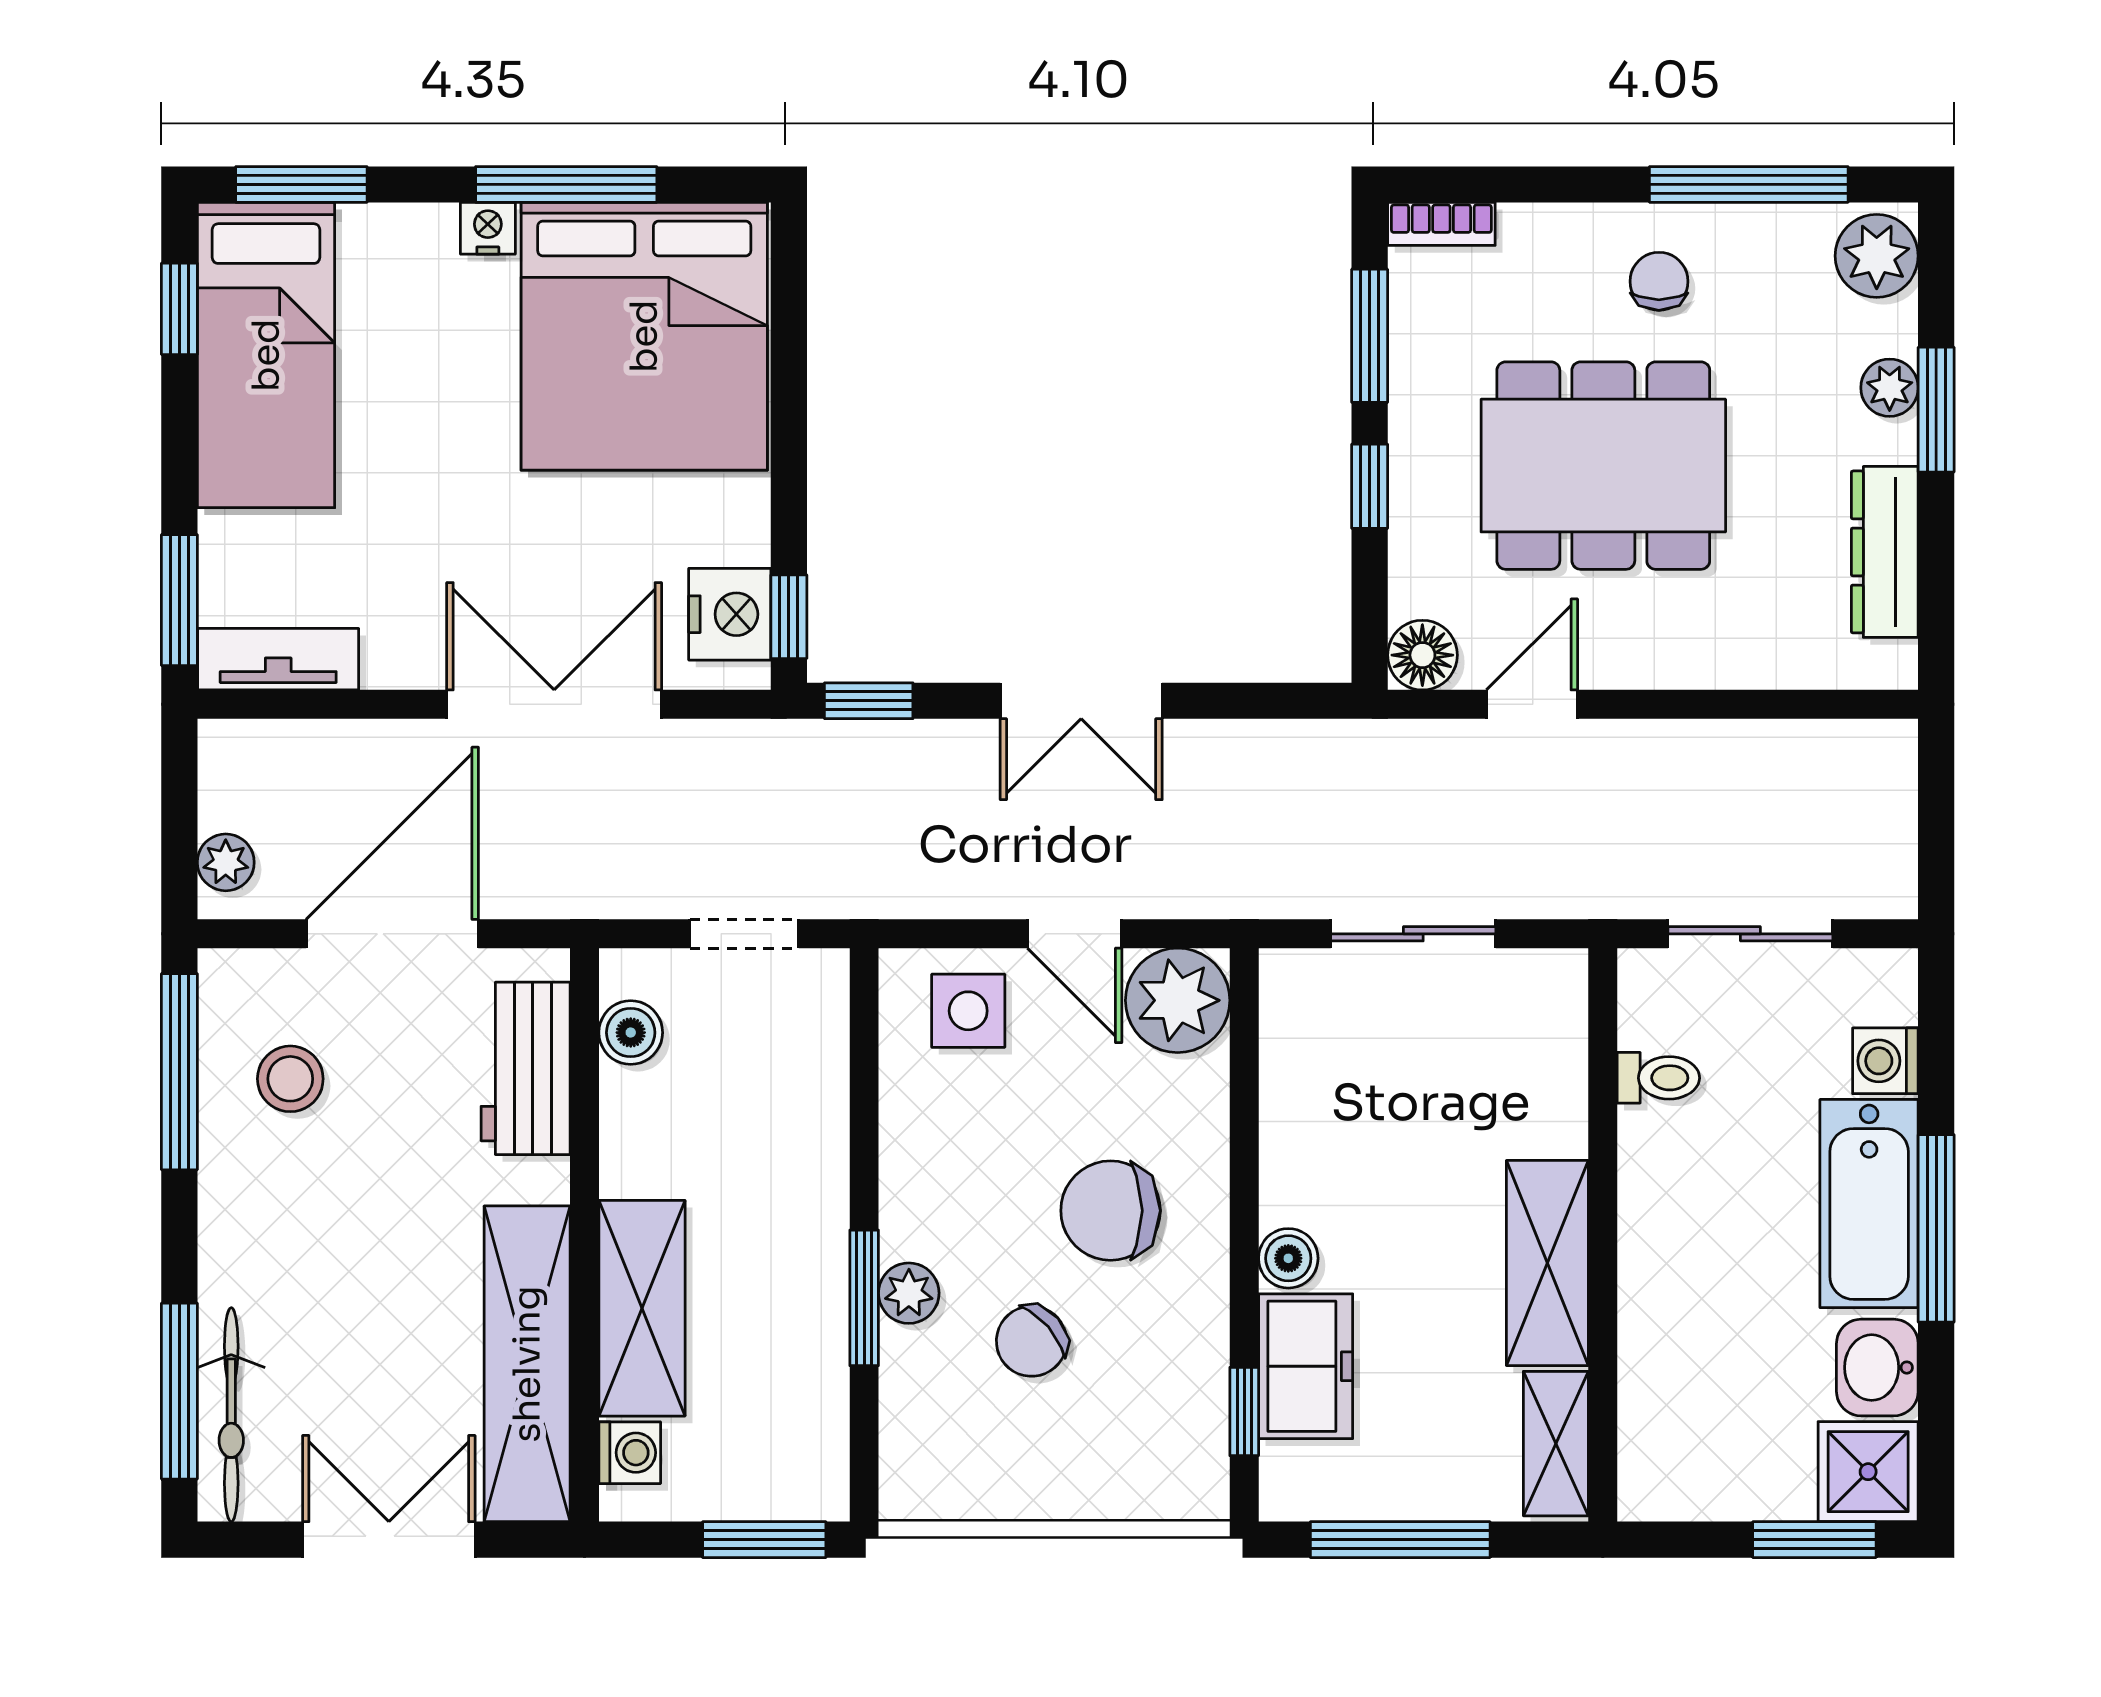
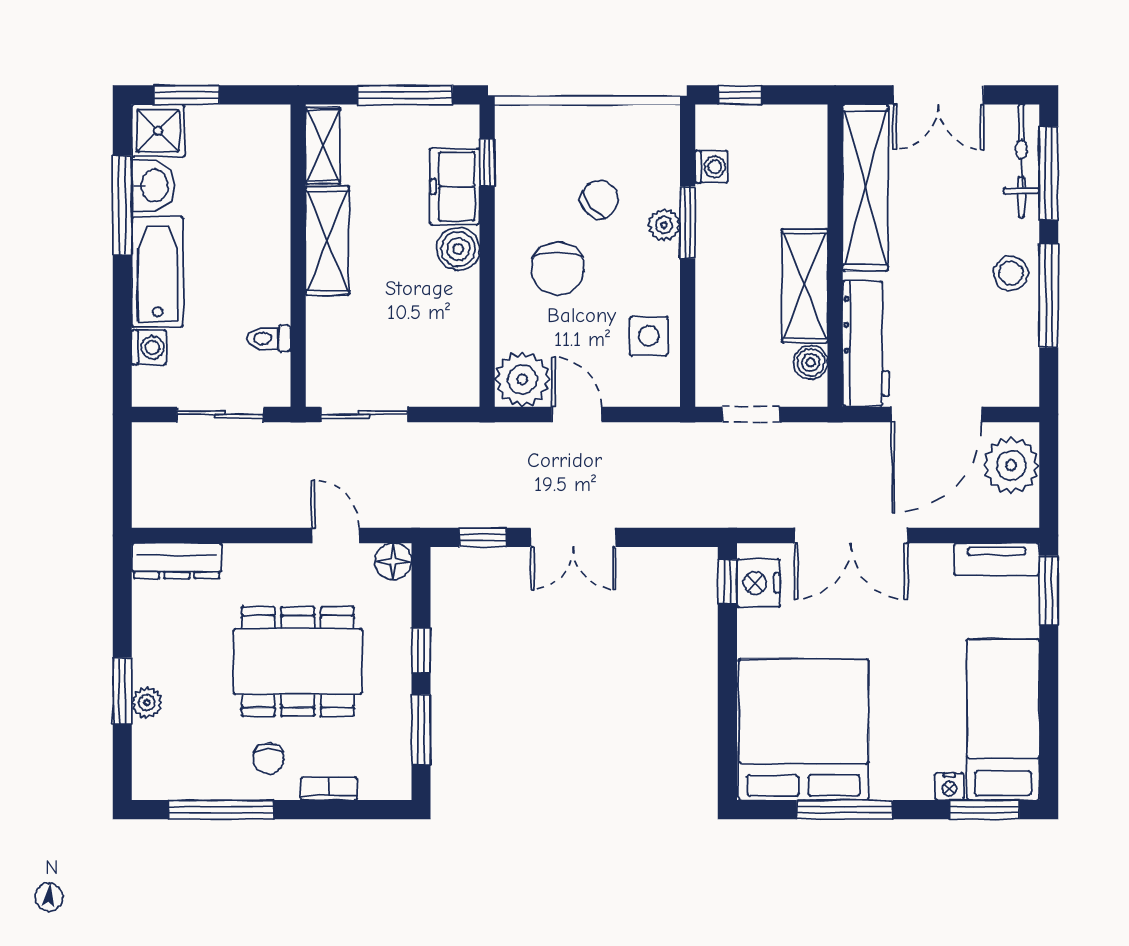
bookcase: (1441, 224) -> (329, 789), moved
nightstand: (488, 228) -> (949, 787), moved
plant: (1877, 256) -> (154, 772), removed
window: (179, 309) -> (1049, 744), removed
dresser: (1885, 552) -> (177, 561), moved, turned 90
window: (869, 701) -> (483, 537), moved
double door: (1081, 701) -> (573, 537), swing flipped
door: (1532, 704) -> (335, 535), swing flipped
plant: (226, 862) -> (1011, 465), width x1.87, depth x1.87
sliding door: (1413, 934) -> (364, 414), moved
side table: (968, 1011) -> (649, 336), moved
workbench: (526, 1068) -> (866, 343), width x1.37
window: (179, 1072) -> (1049, 296), moved
stool: (290, 1079) -> (1011, 273), moved
chair: (1111, 1211) -> (558, 268), turned 90
window: (1936, 1228) -> (122, 205), moved
boiler: (1288, 1258) -> (458, 249), width x1.36, depth x1.36
shelving: (642, 1308) -> (805, 286), moved
washing machine: (630, 1453) -> (711, 167), moved, turned 180
window: (764, 1540) -> (740, 95), width x0.67

